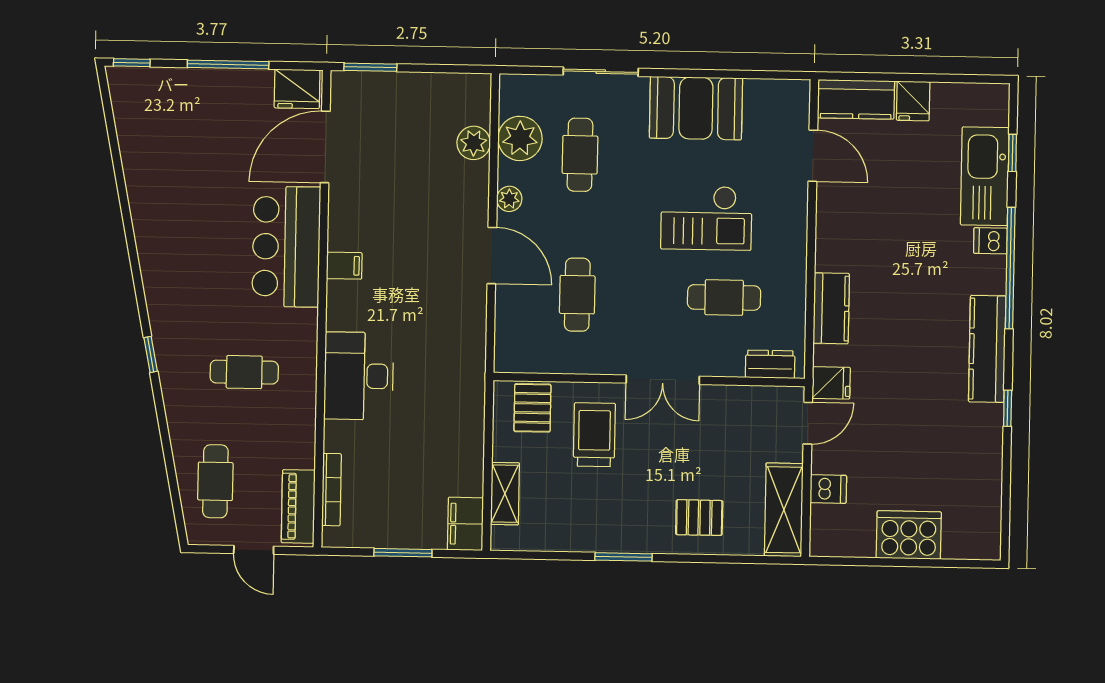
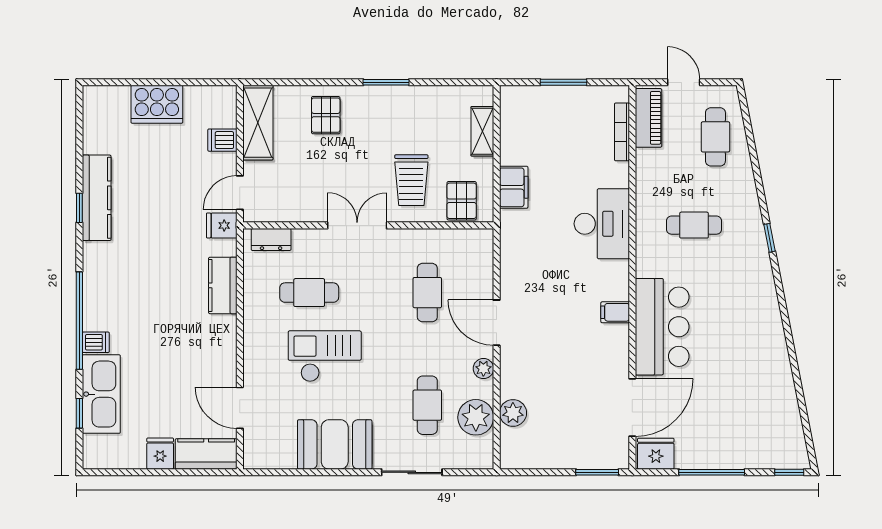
kitchen counter: (987, 349) -> (97, 198), moved
pallet: (699, 518) -> (326, 115), turned 90
filing cabinet: (465, 524) -> (514, 187), moved

